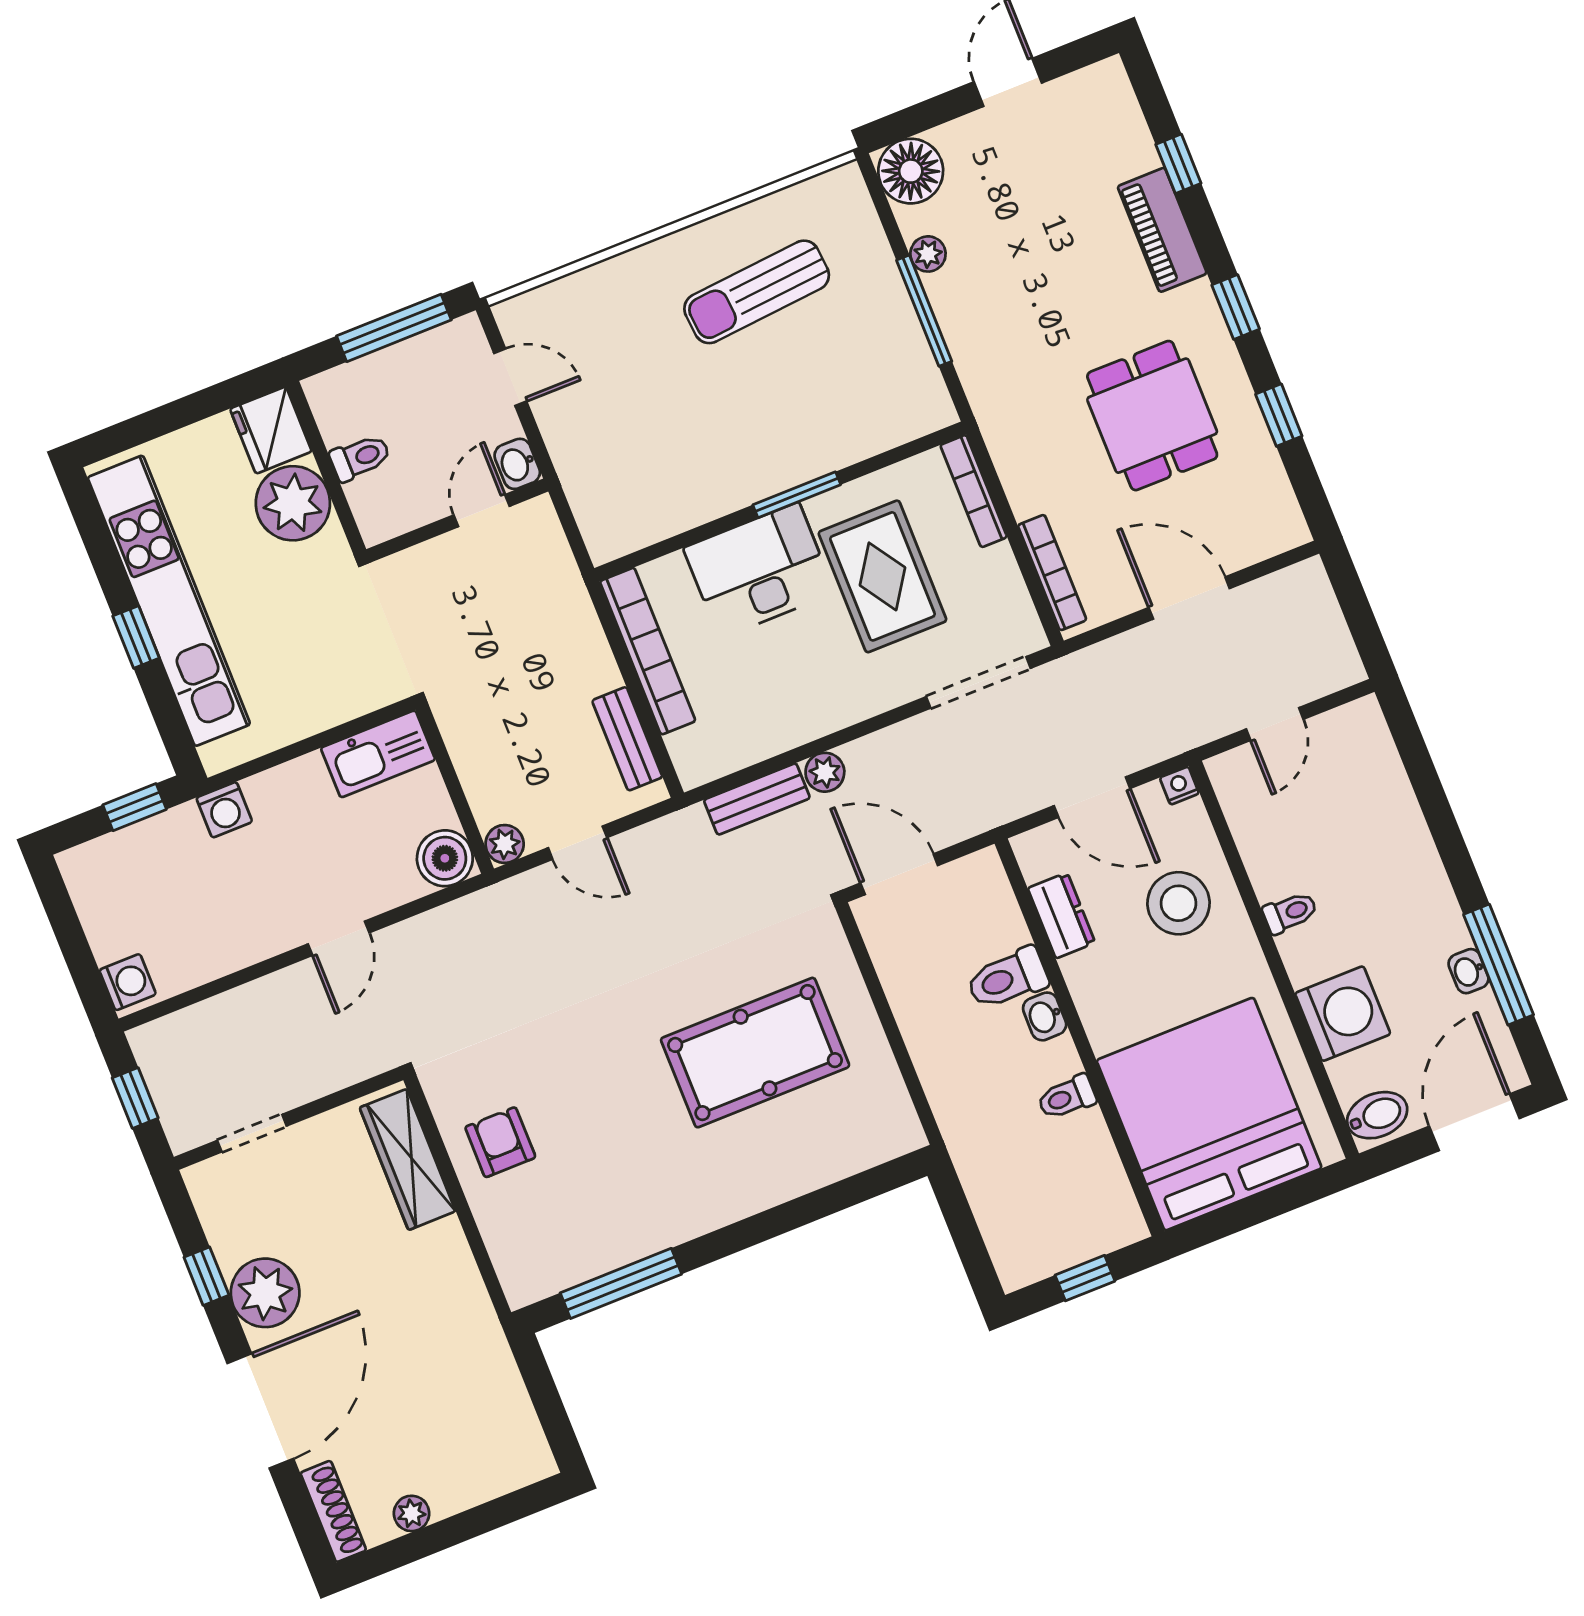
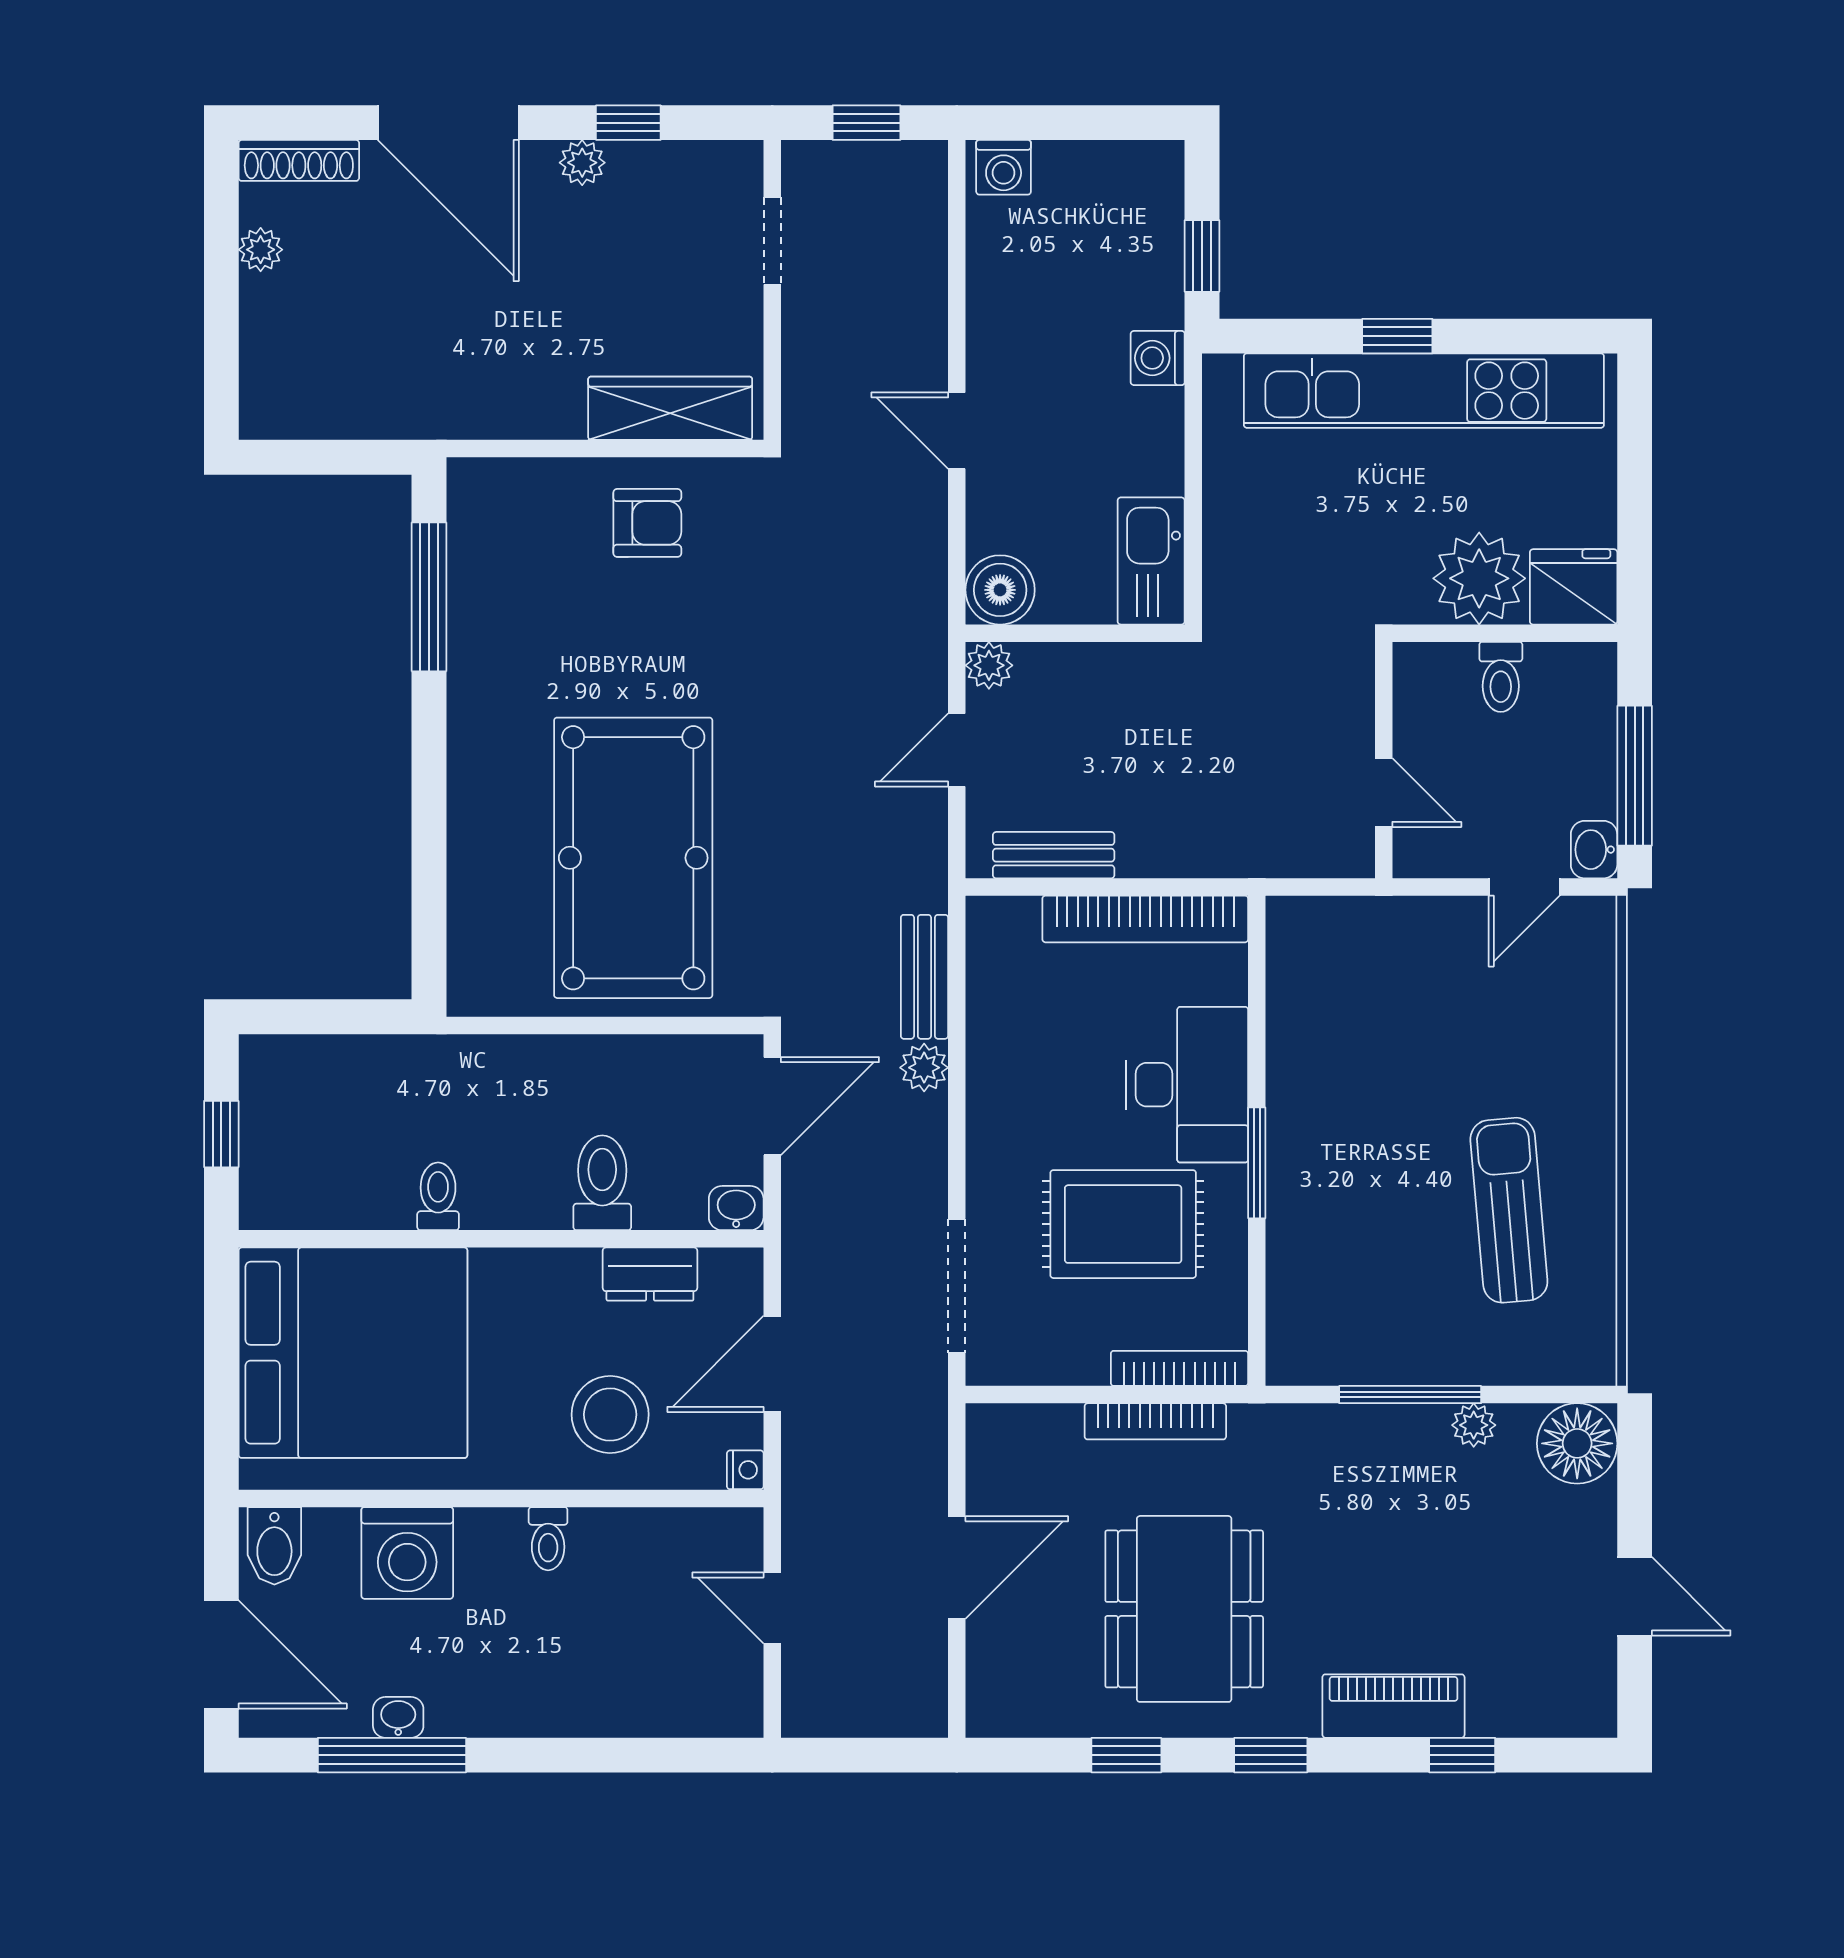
dining table: (1152, 416) -> (1184, 1609), width x1.38
washbasin: (517, 464) -> (1594, 850), moved, turned -90
bookcase: (1052, 573) -> (1155, 1421), moved
washbasin: (1045, 1016) -> (736, 1208), moved
pool table: (755, 1053) -> (633, 858), width x1.36, depth x1.32
plant: (265, 1293) -> (582, 163), width x0.53, depth x0.53

